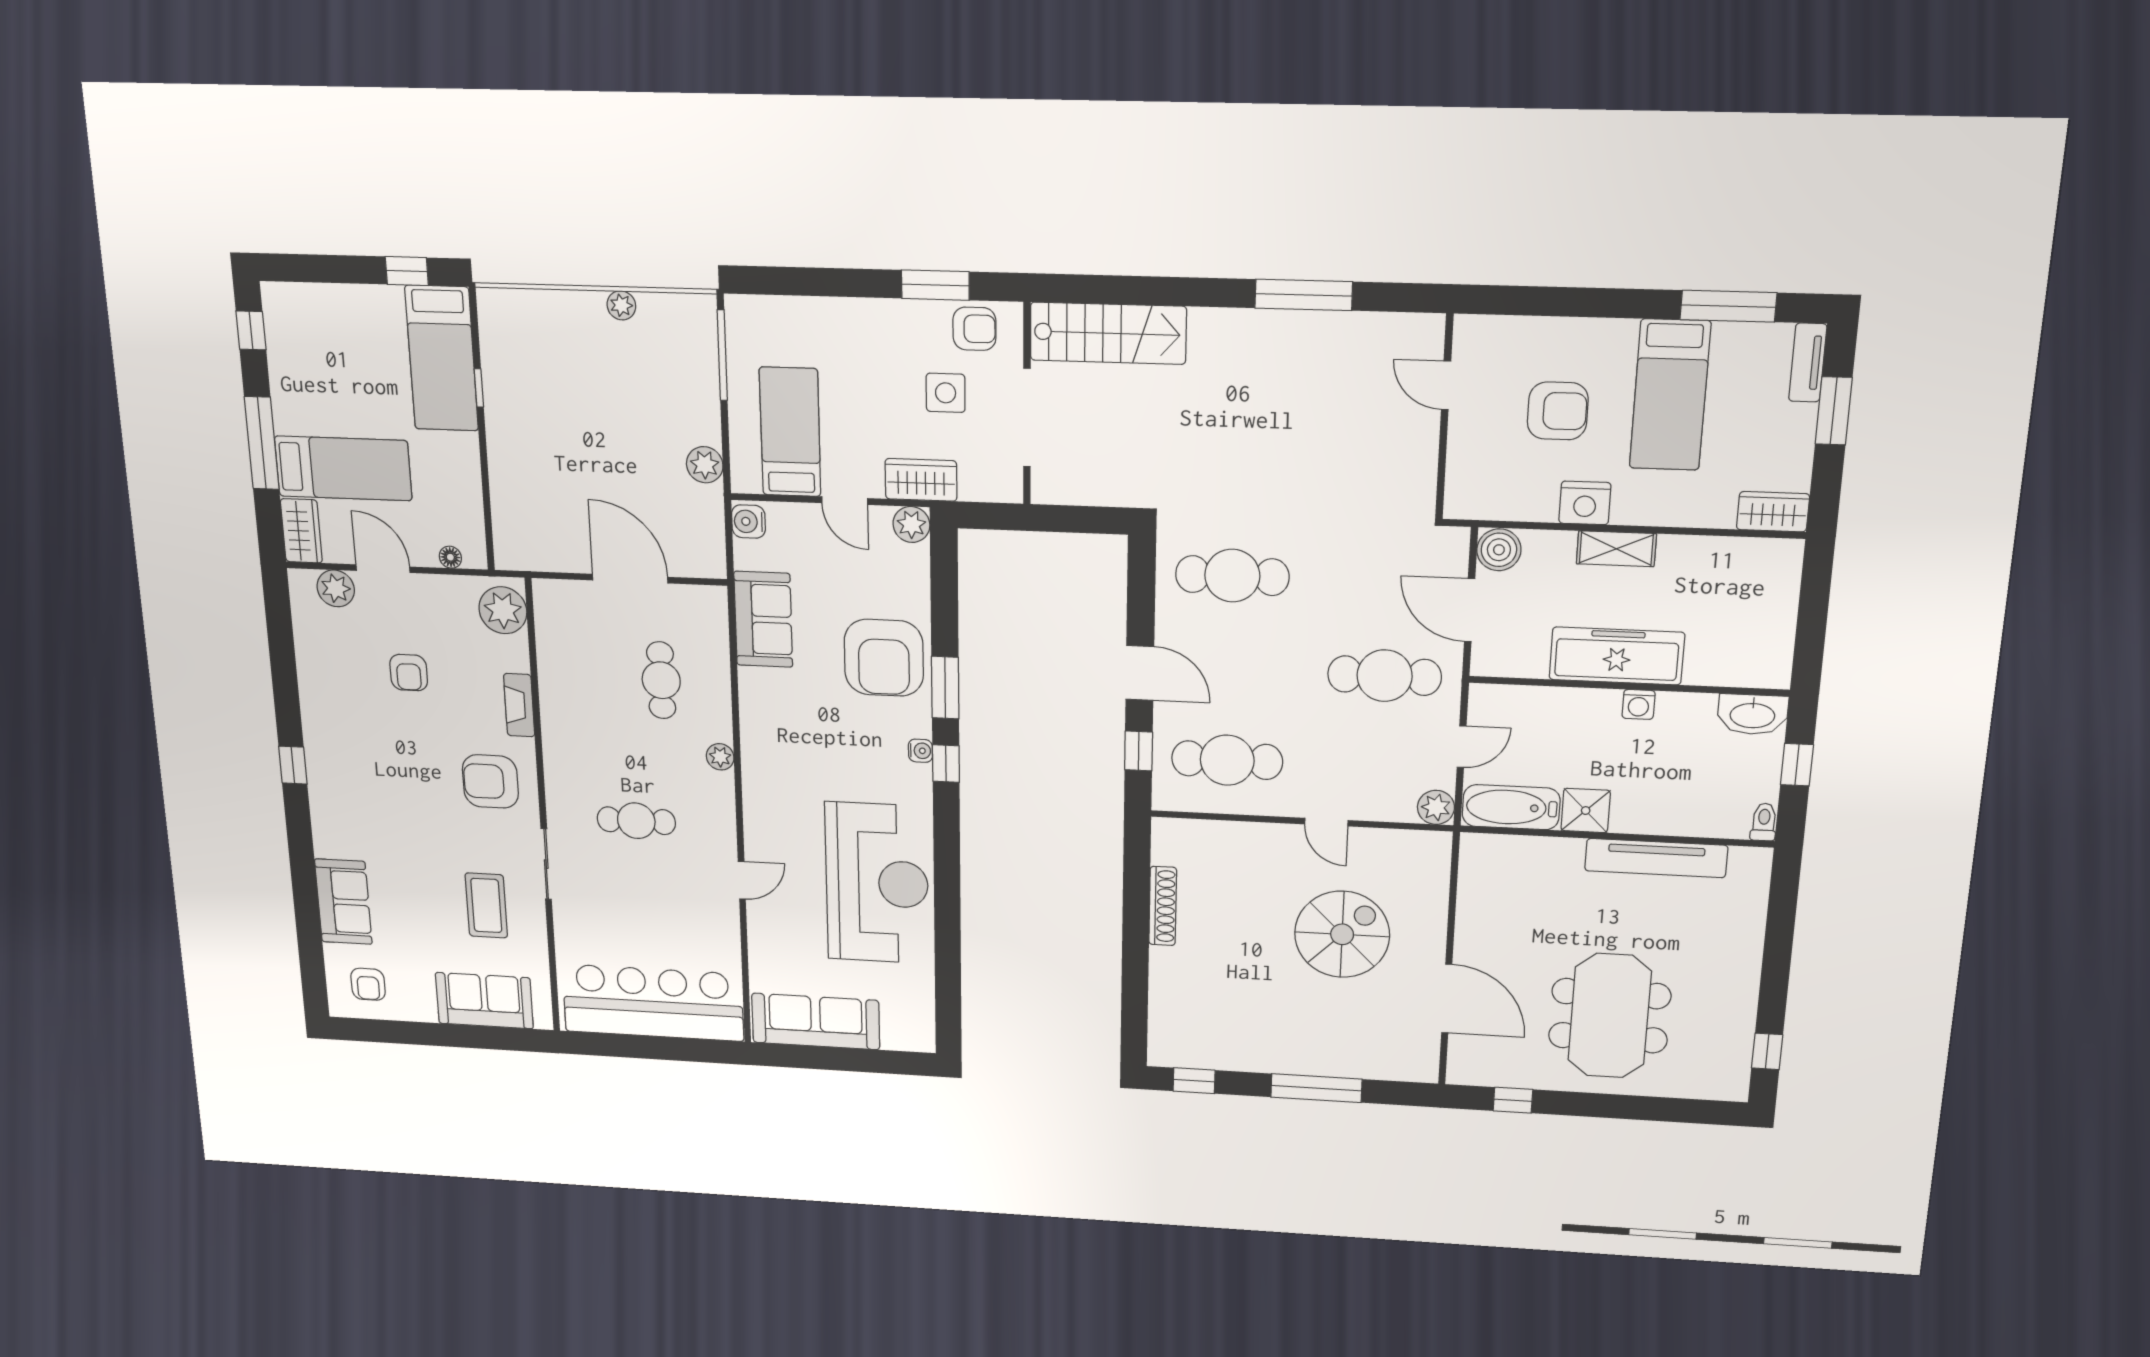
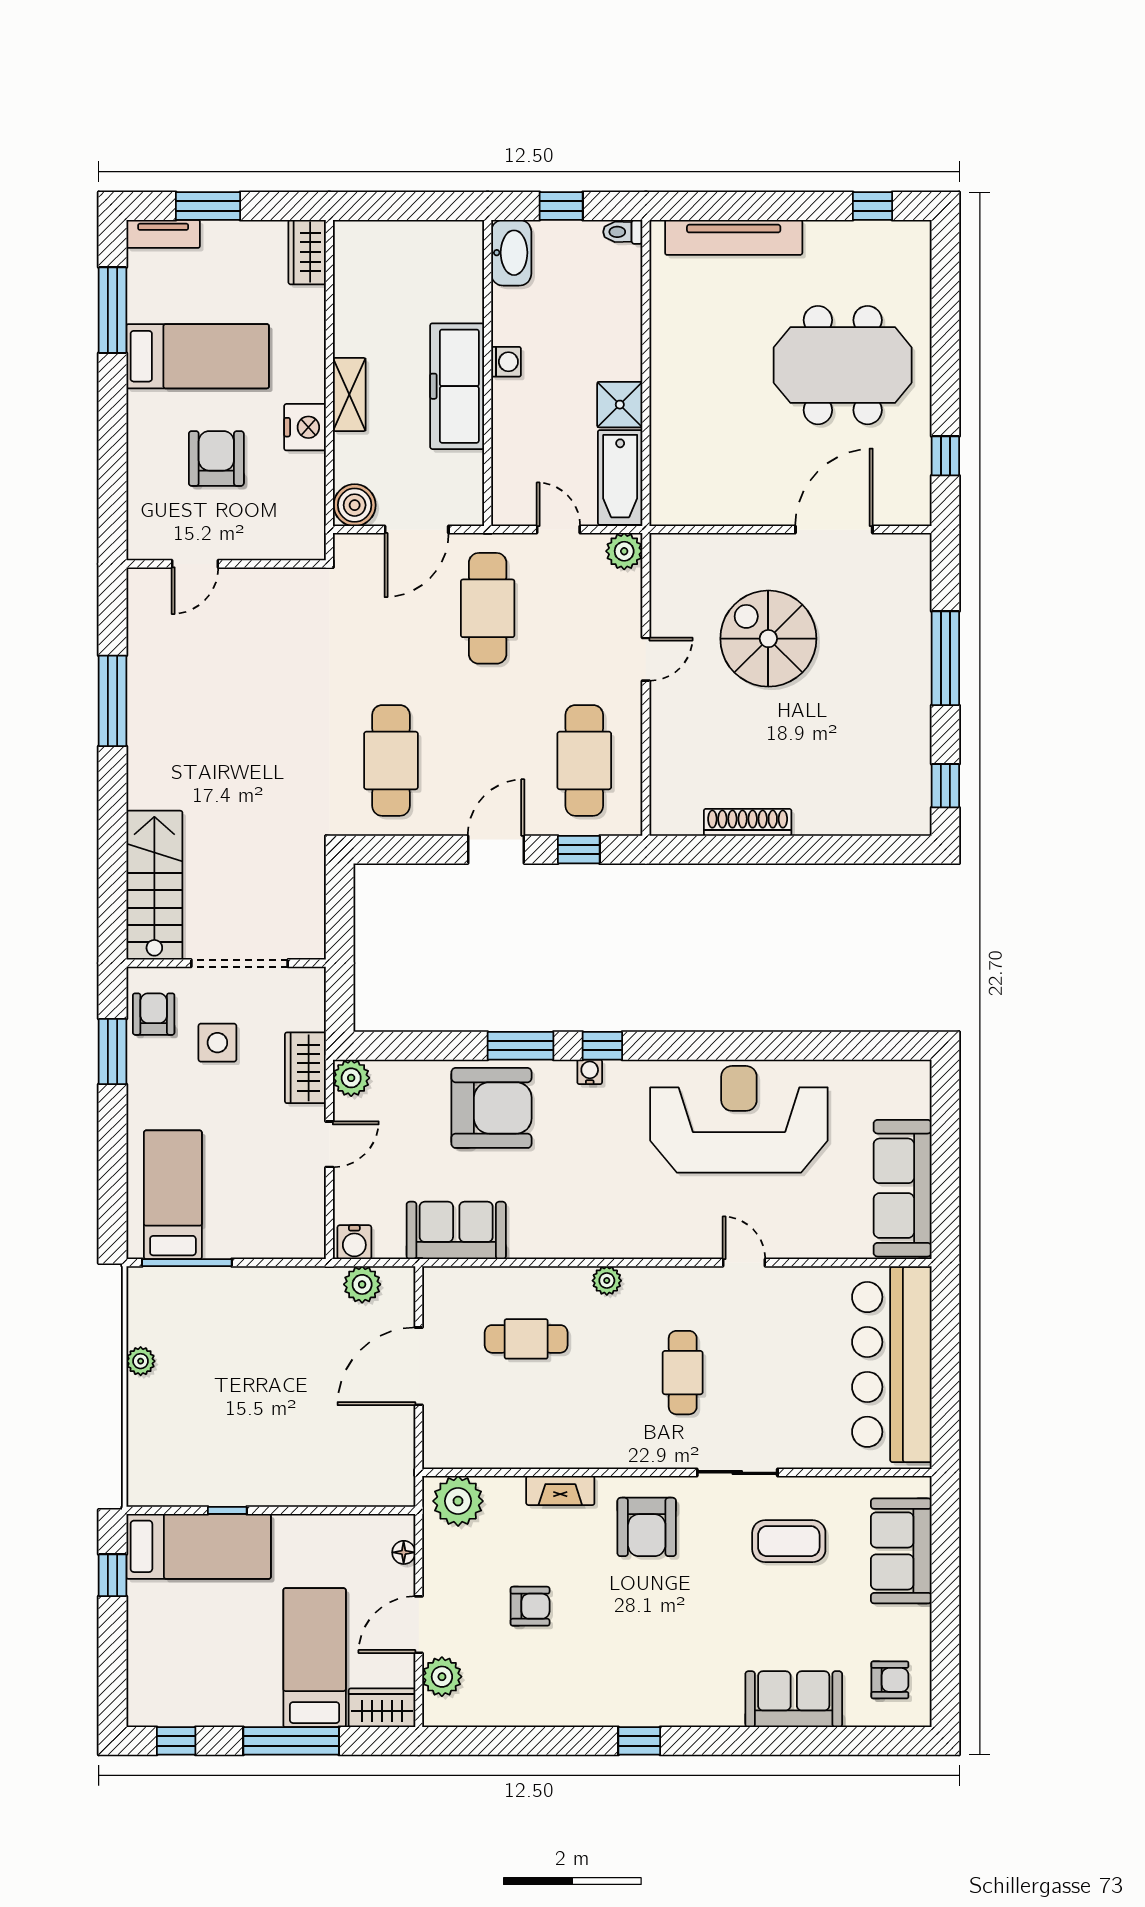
bed: (790, 432) -> (173, 1195), moved, turned 90
plant: (705, 465) -> (362, 1284), moved
tv unit: (1656, 858) -> (734, 237), moved, turned 90

